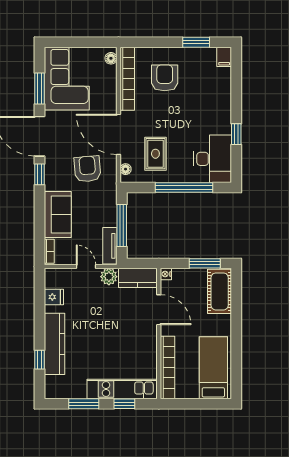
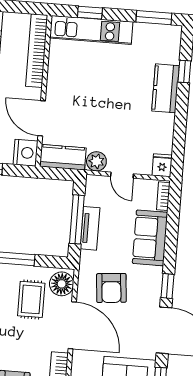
floor lamp: (126, 169) -> (62, 284), width x1.89, depth x1.89
tv unit: (110, 246) -> (90, 228), moved
nightstand: (166, 274) -> (25, 153), width x1.89, depth x1.79
fridge: (54, 297) -> (162, 165), moved, turned 90
kitchen counter: (55, 344) -> (166, 88), width x0.67
window: (84, 404) -> (154, 18), moved

